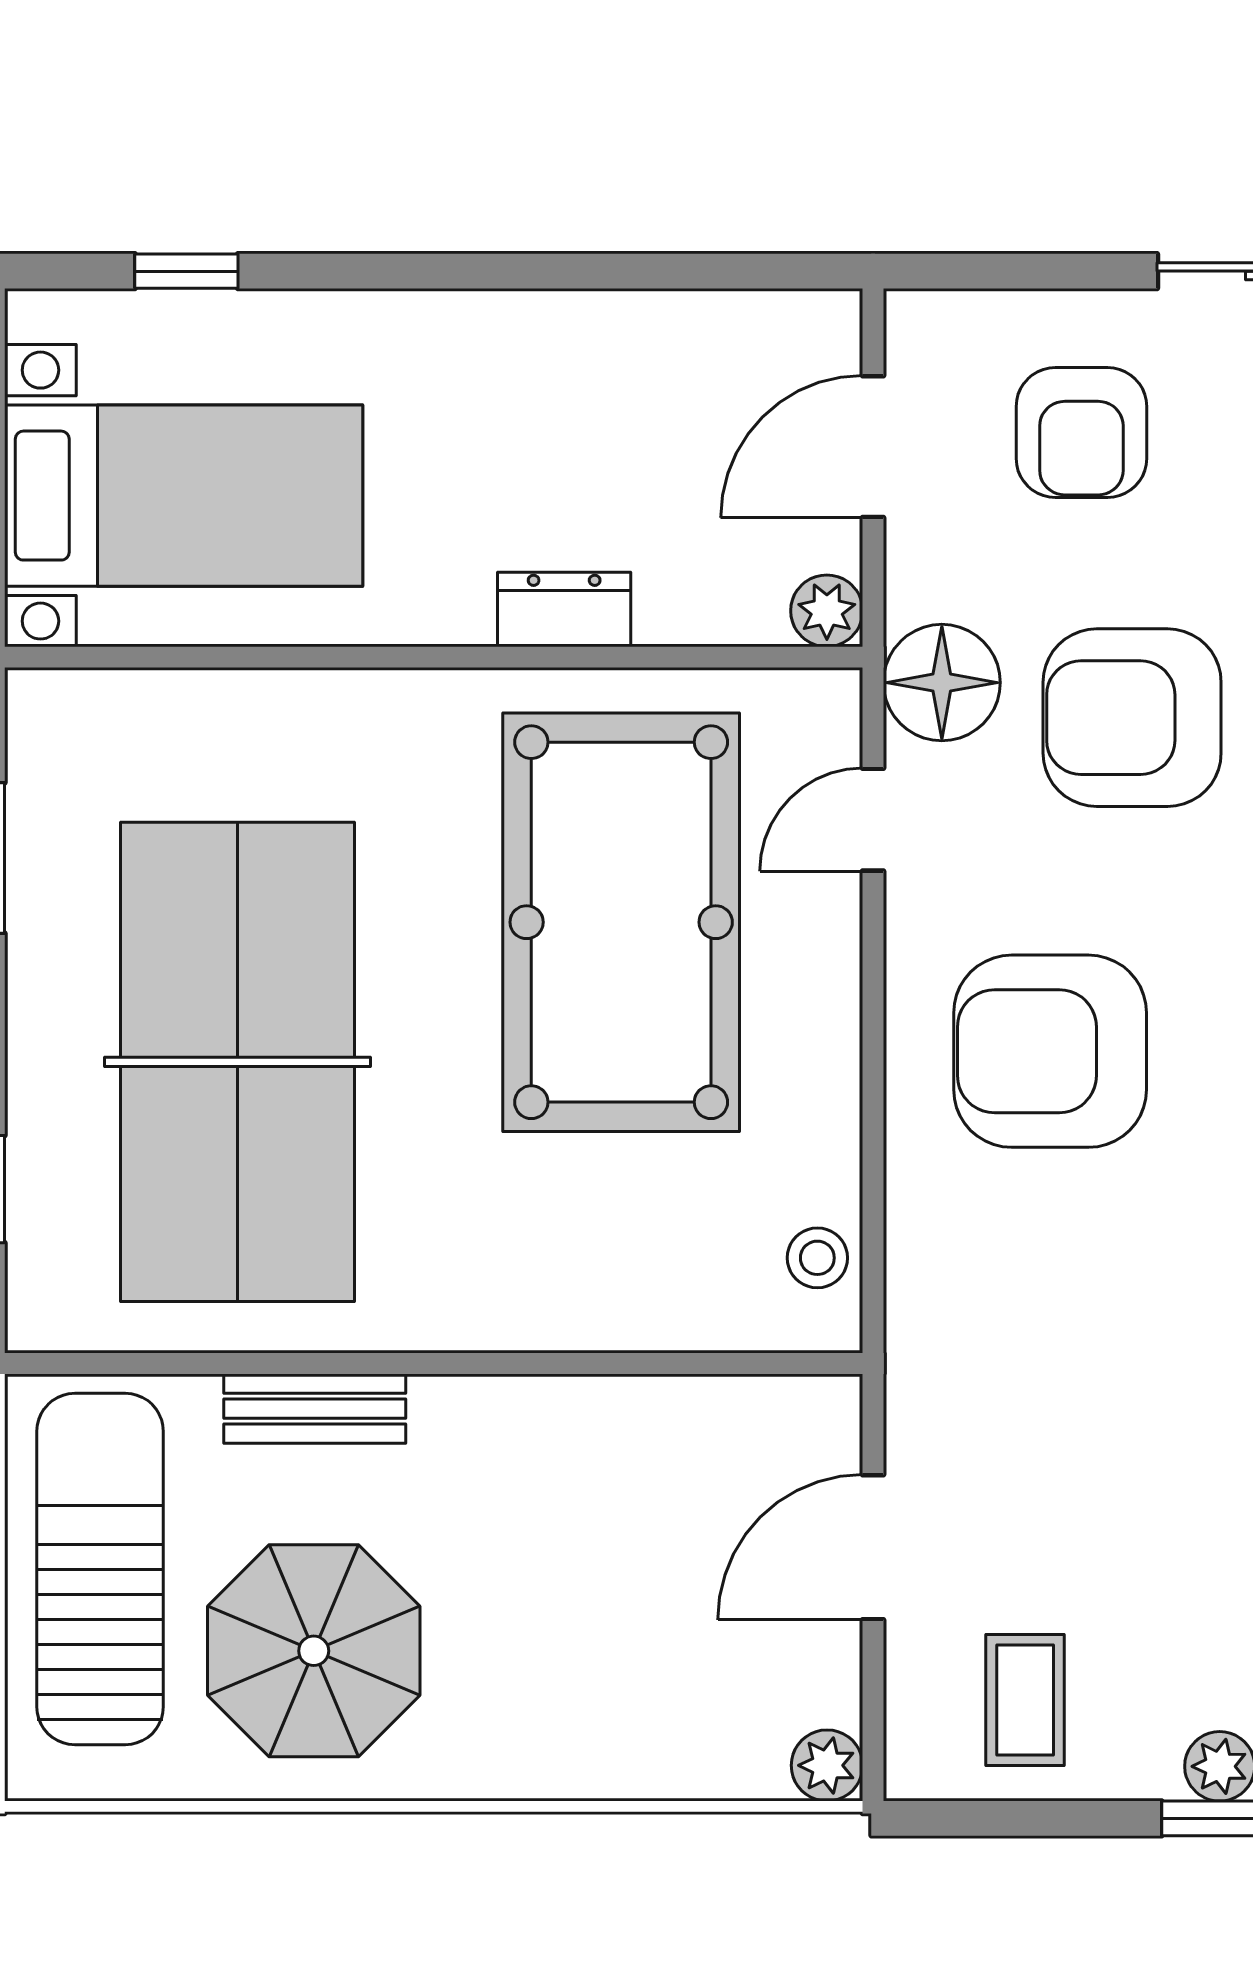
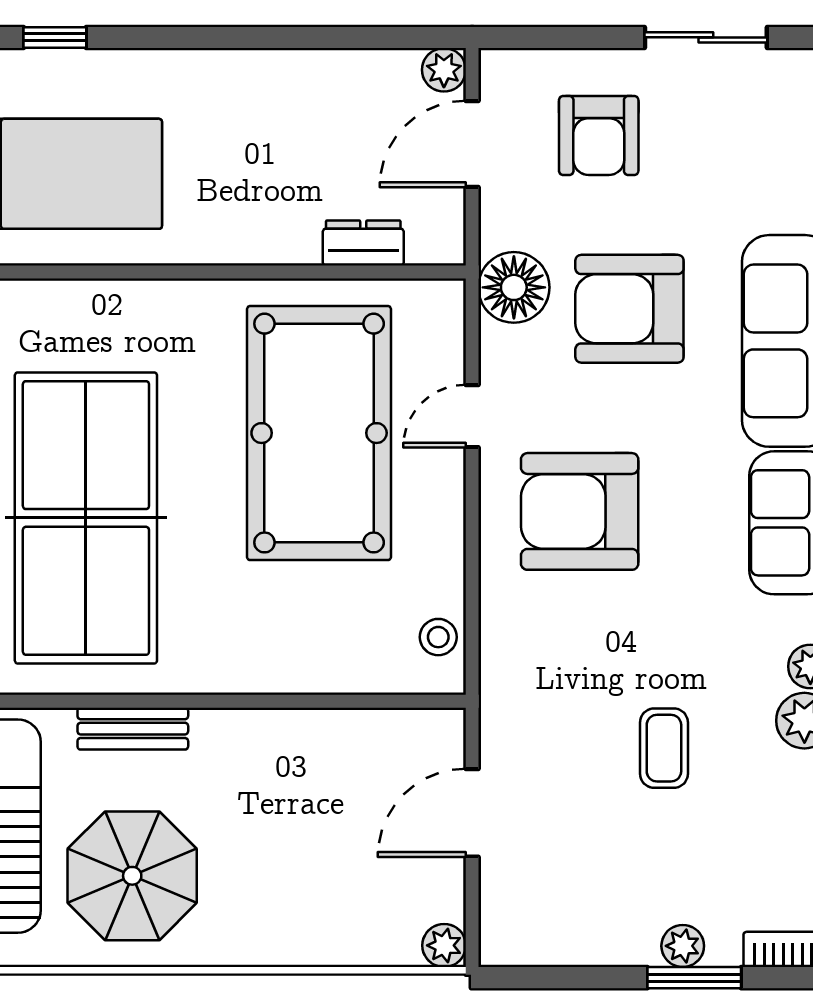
dresser: (564, 609) -> (363, 243), moved
plant: (827, 611) -> (444, 70), moved
door: (873, 820) -> (472, 416), moved
coffee table: (1025, 1700) -> (664, 748), moved

